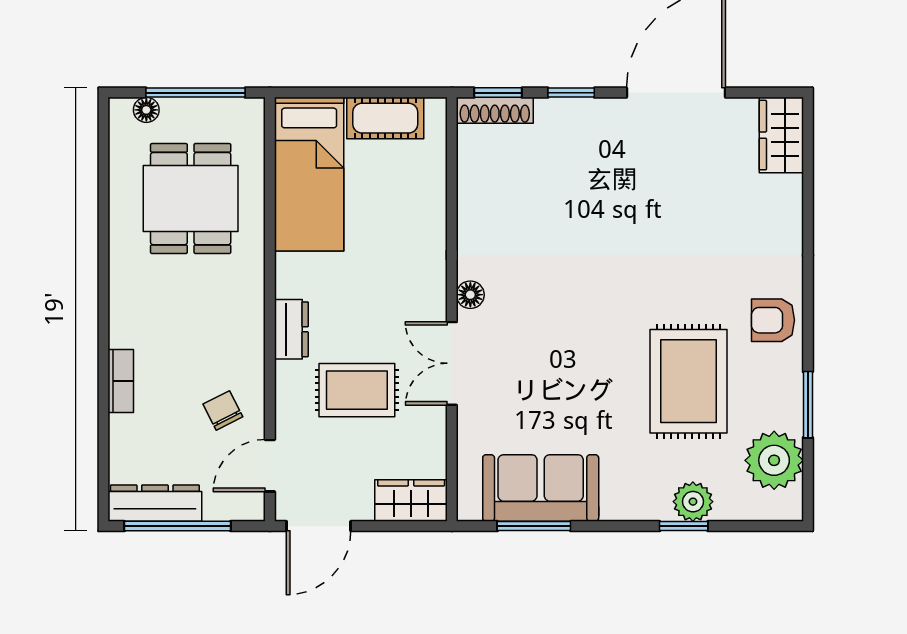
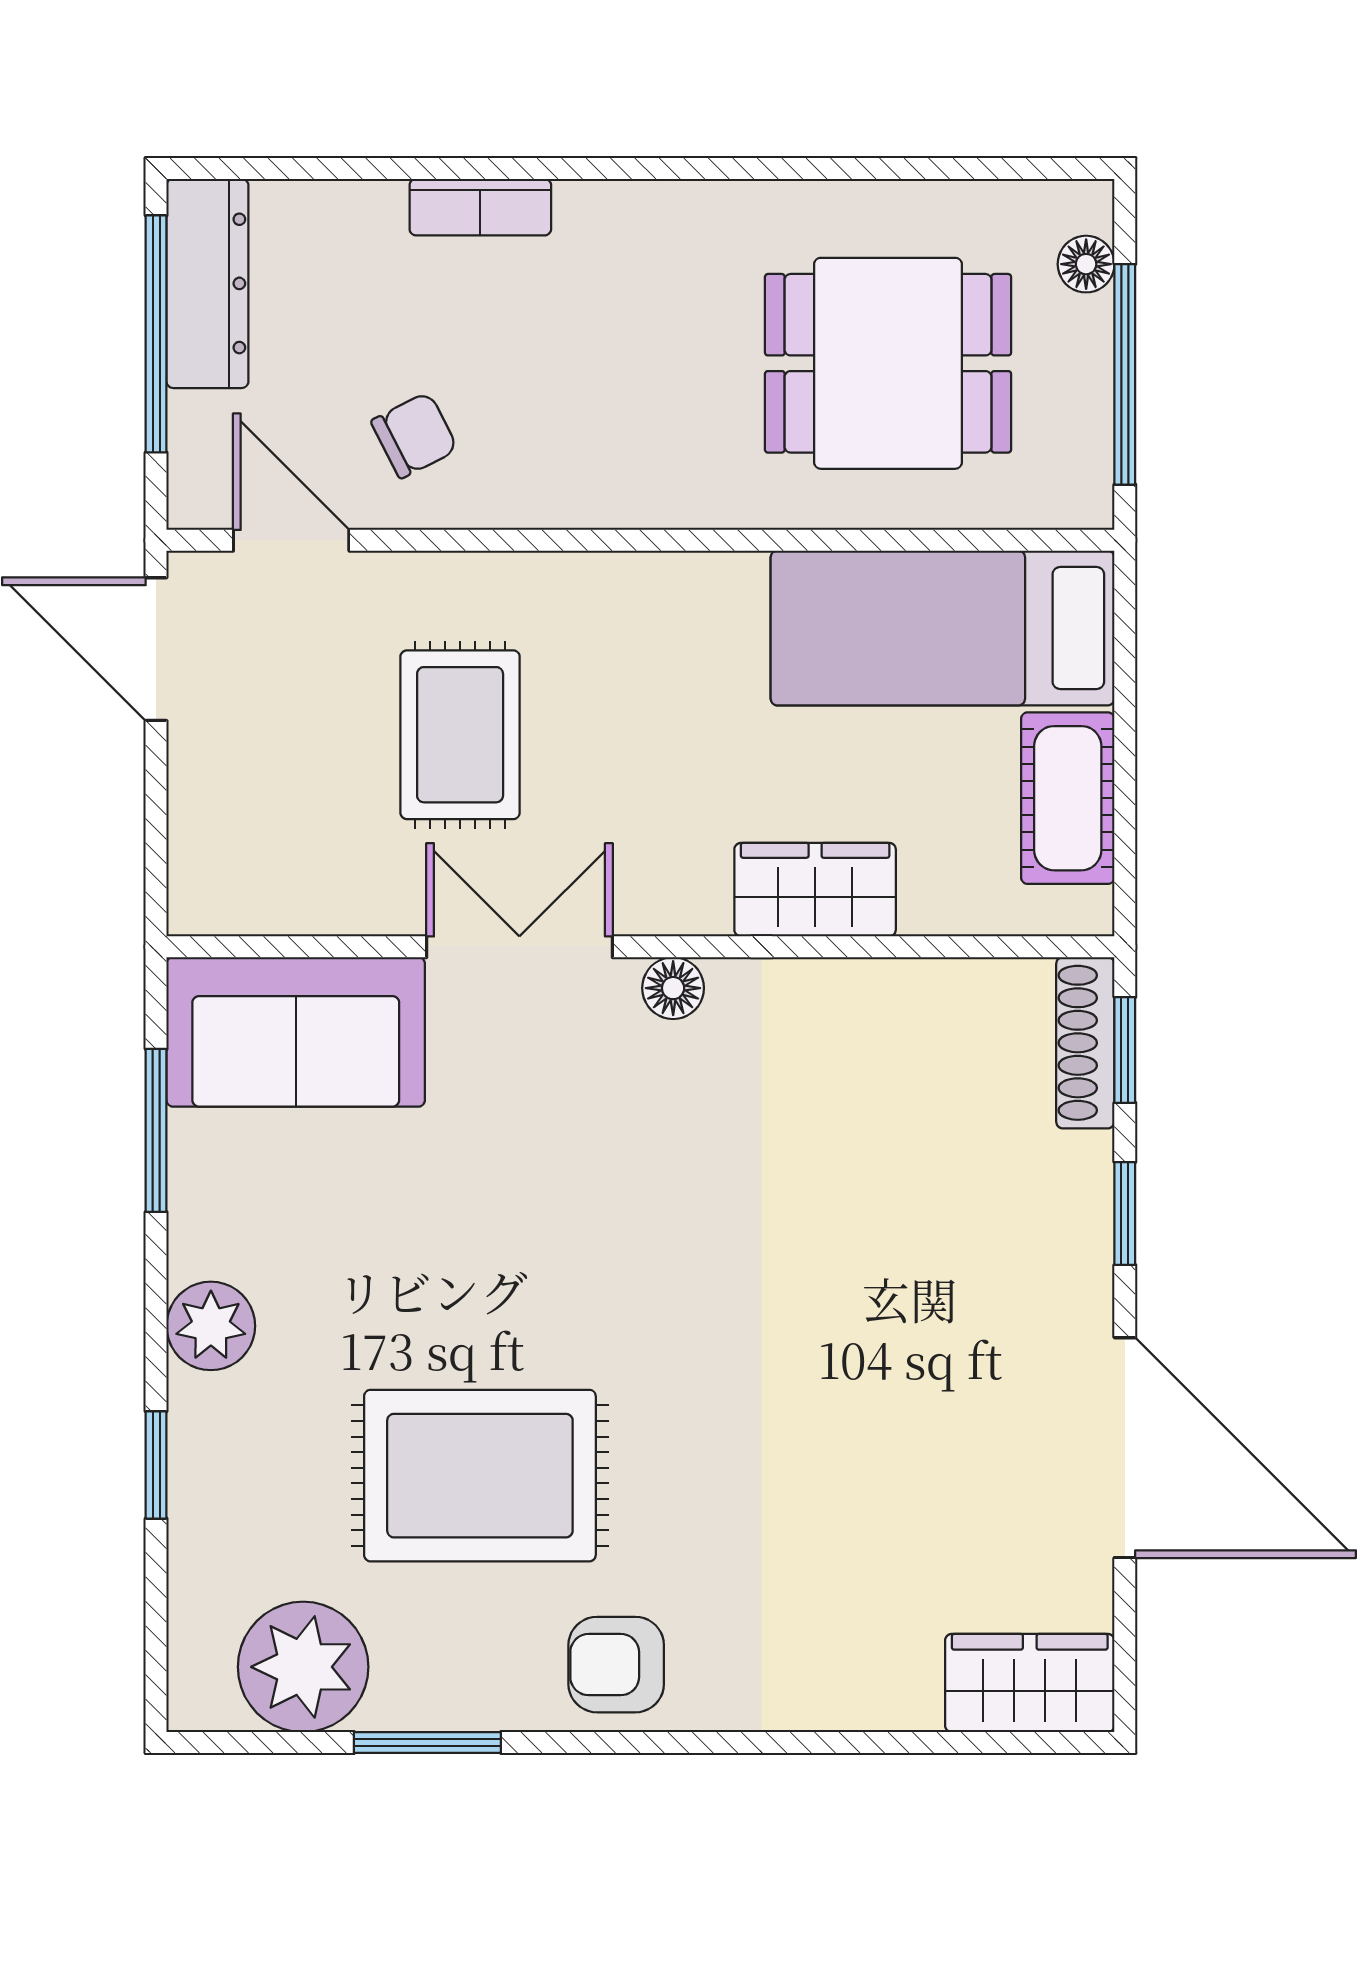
armchair: (773, 320) -> (616, 1665), turned -90
dresser: (291, 329) -> (596, 588), removed
sofa: (541, 488) -> (296, 1032), moved, turned 90
wardrobe: (411, 500) -> (815, 890), moved, turned -90
plant: (693, 502) -> (211, 1326), moved

